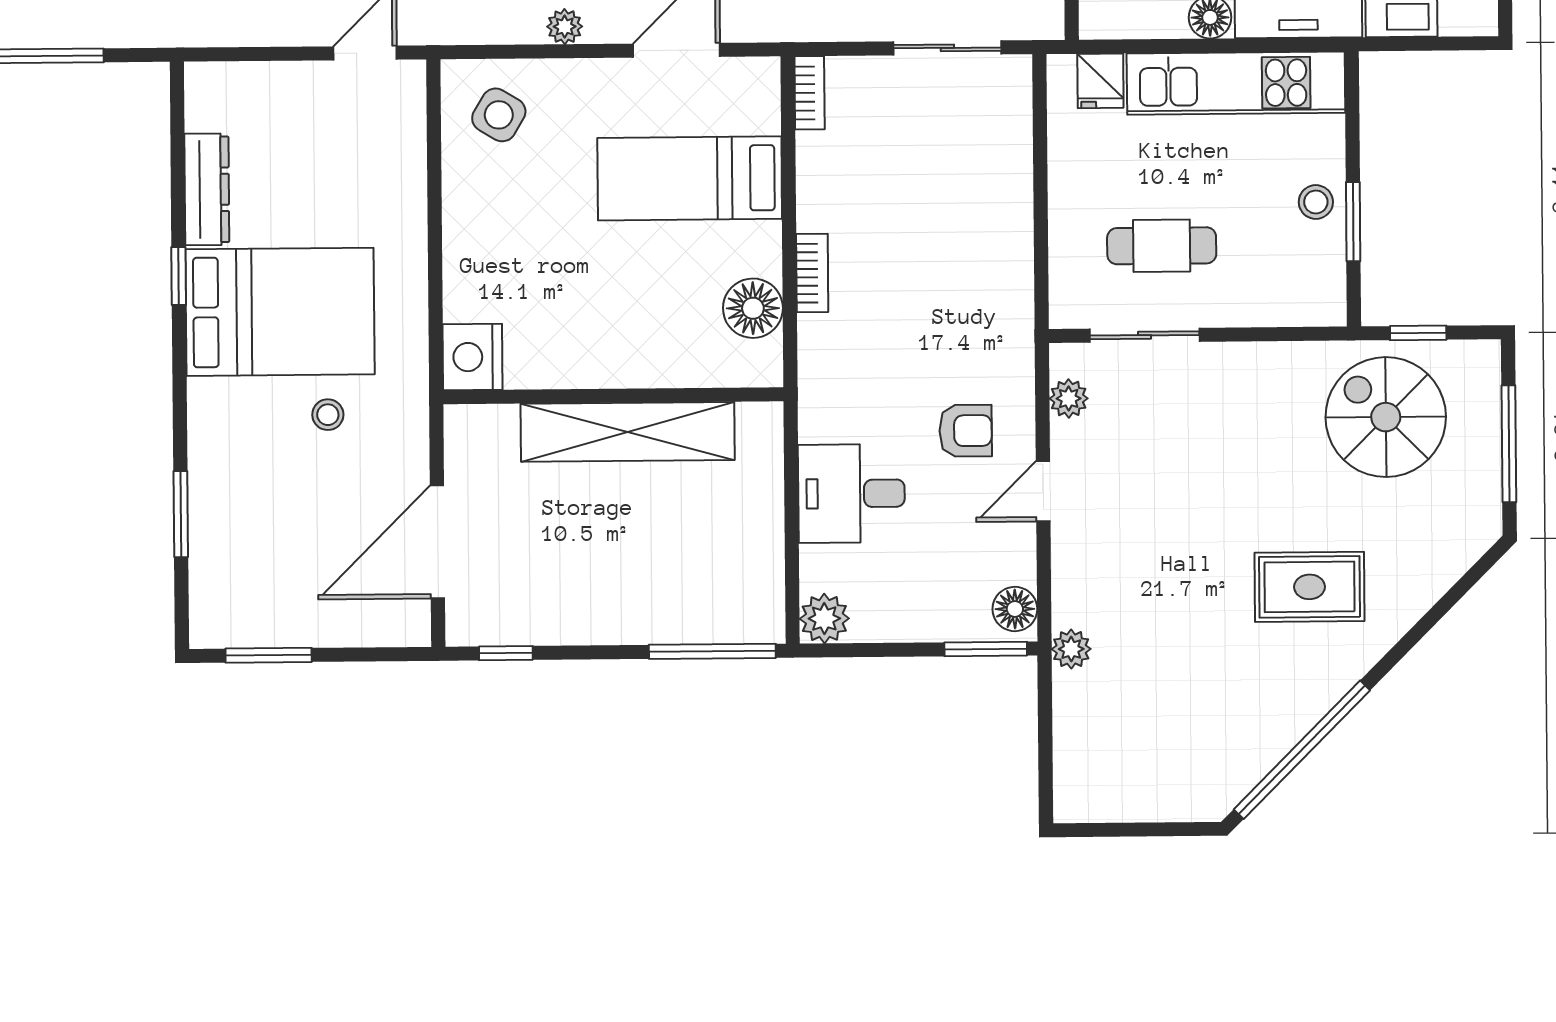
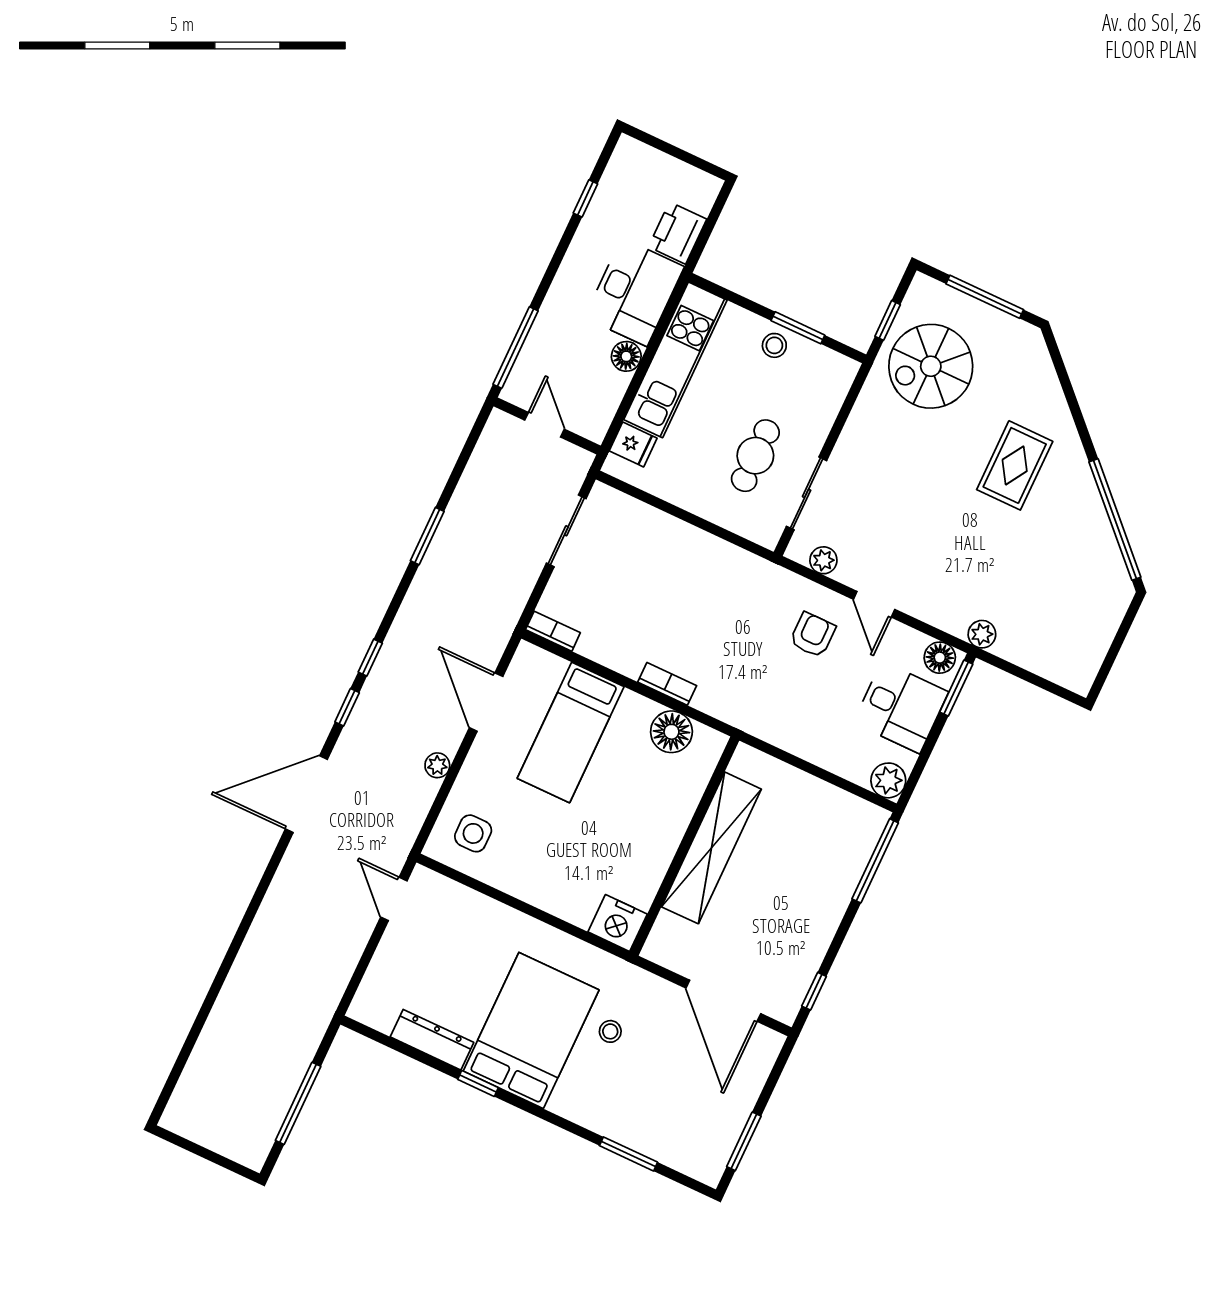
side table: (499, 115) -> (473, 833), turned -31
desk: (851, 494) -> (901, 707), moved, turned -90

